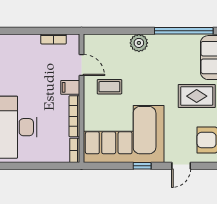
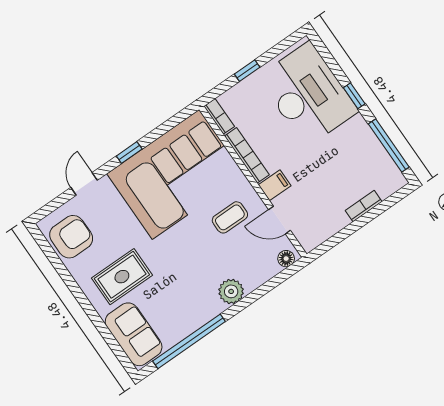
bookcase: (54, 39) -> (364, 206), moved
floor lamp: (93, 40) -> (286, 259), added
window: (40, 166) -> (247, 71), added

